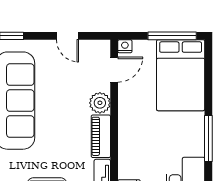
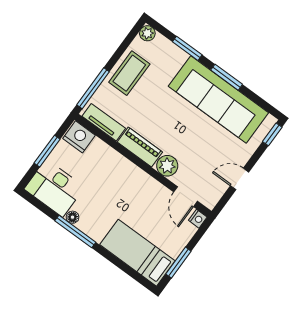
window: (172, 36) -> (178, 263), width x0.69
bed: (181, 75) -> (137, 253), width x0.67
floor lamp: (198, 149) -> (72, 217), added

